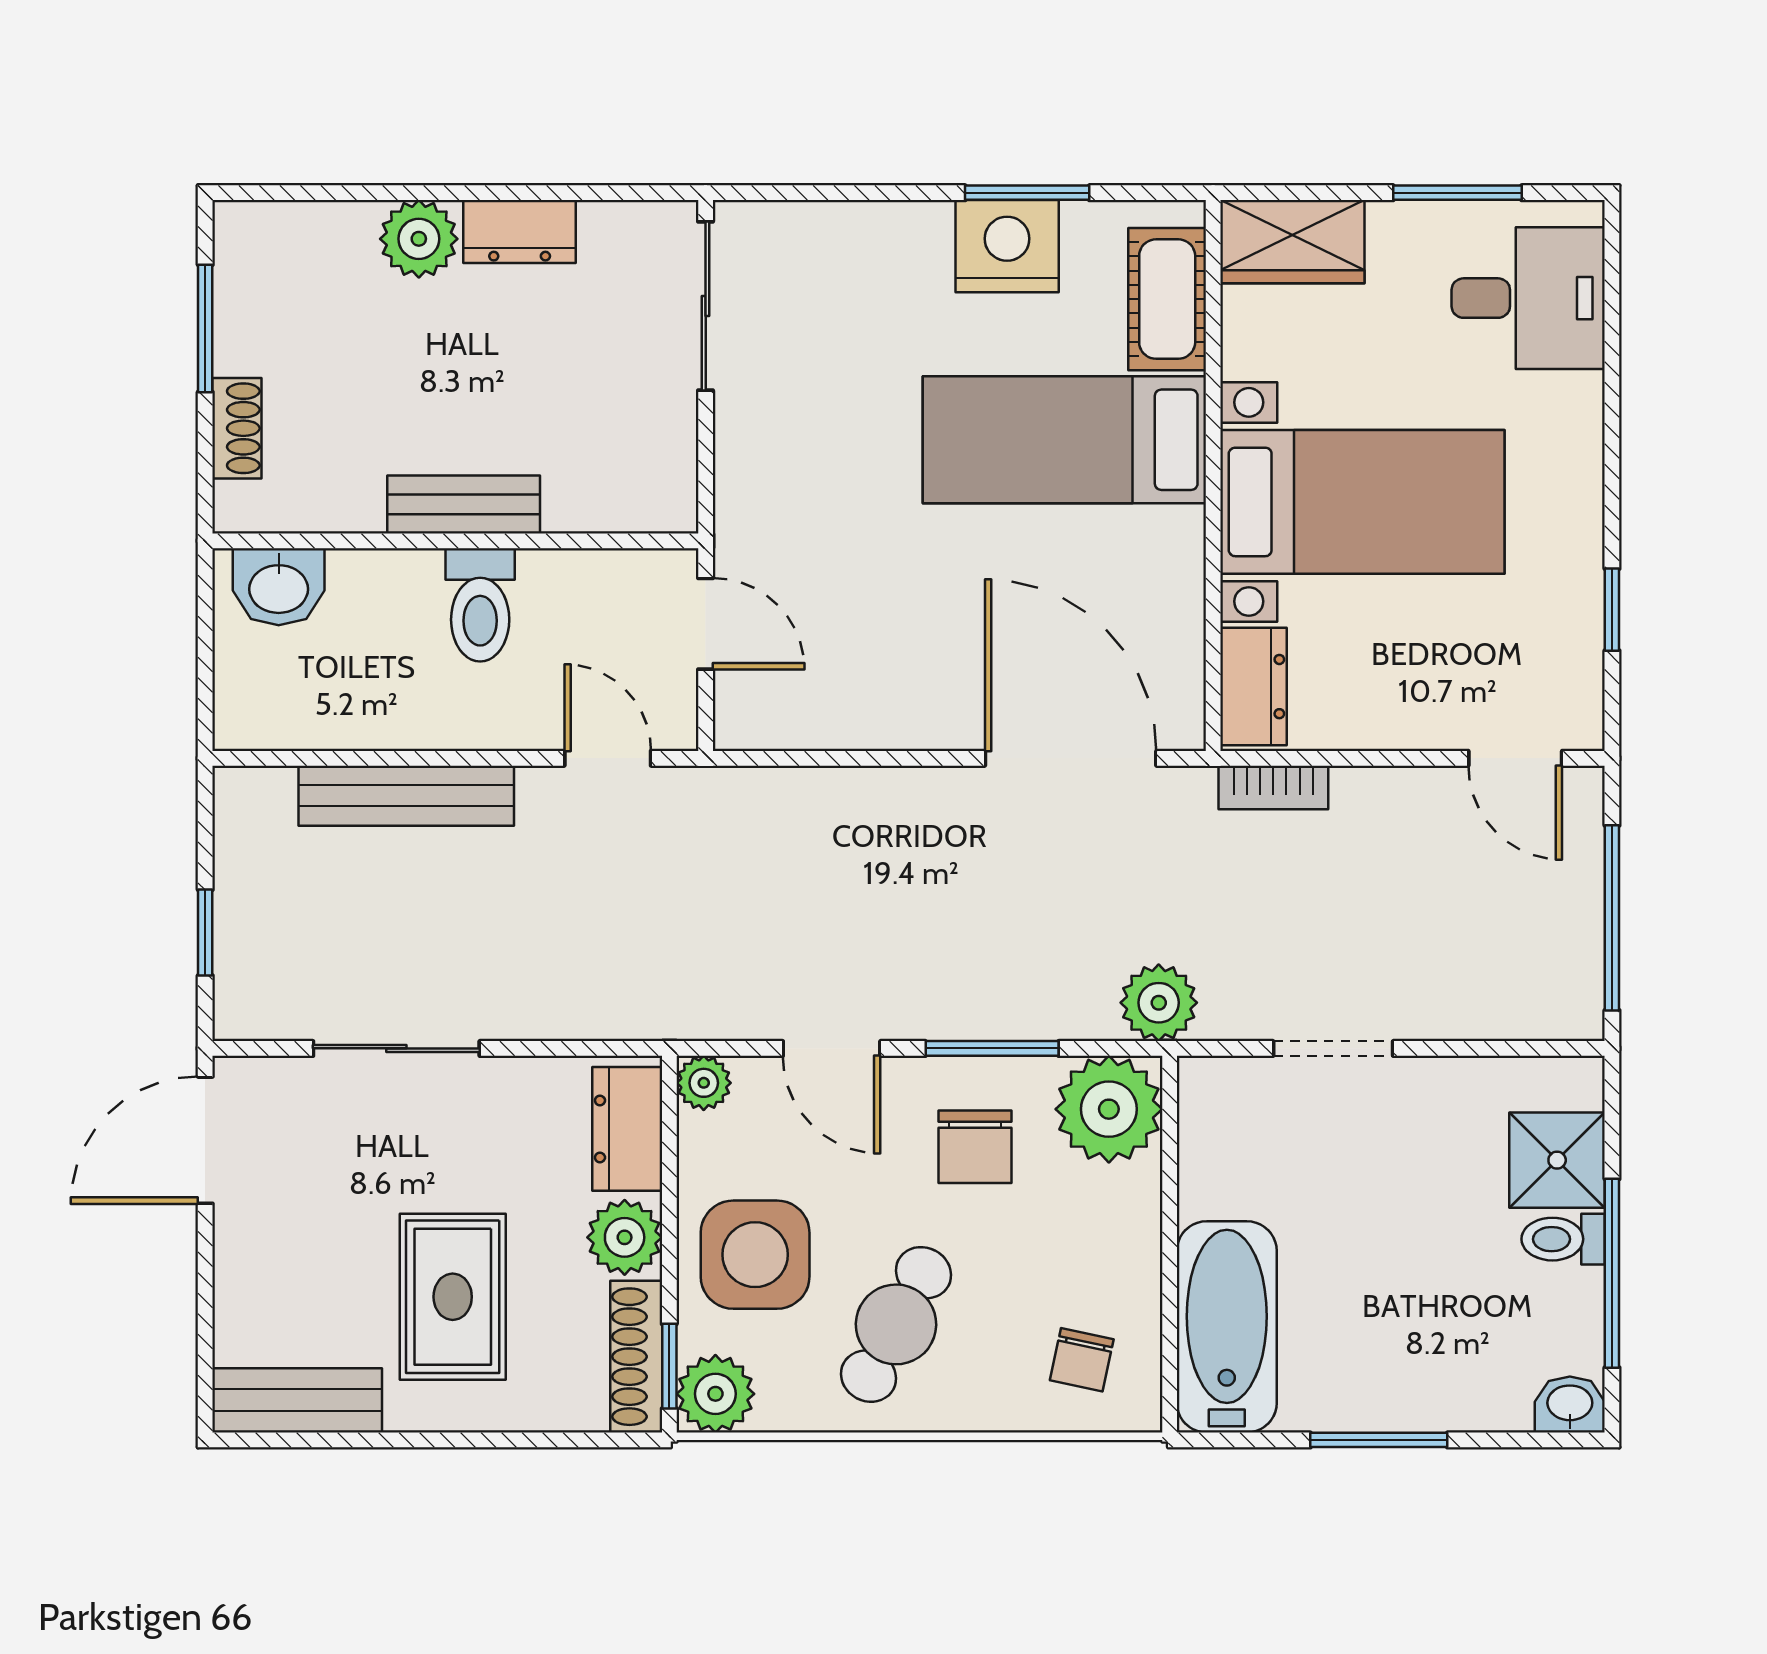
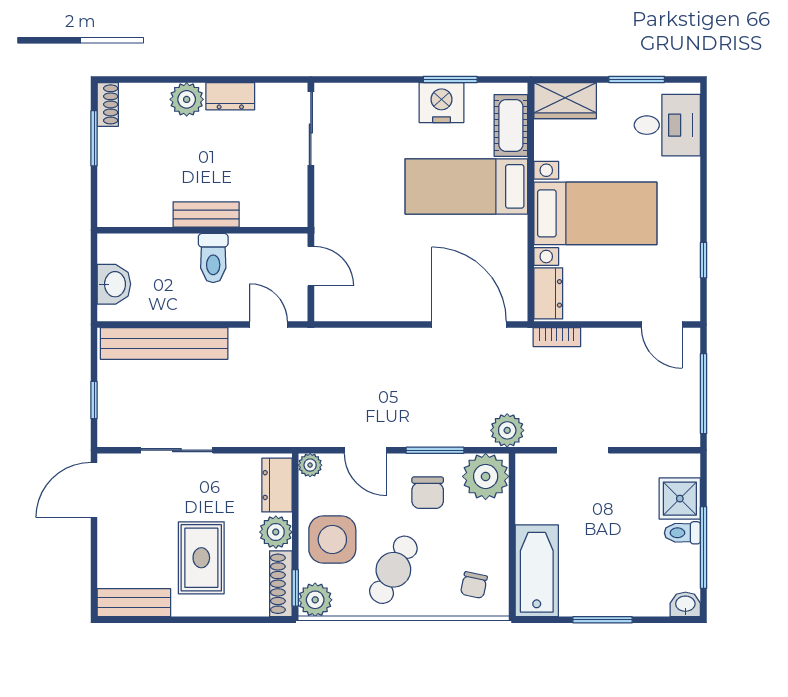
shoe rack: (237, 428) -> (108, 104), moved
washbasin: (279, 587) -> (114, 284), moved, turned -90
bench: (406, 796) -> (164, 343), width x1.37, depth x1.21

